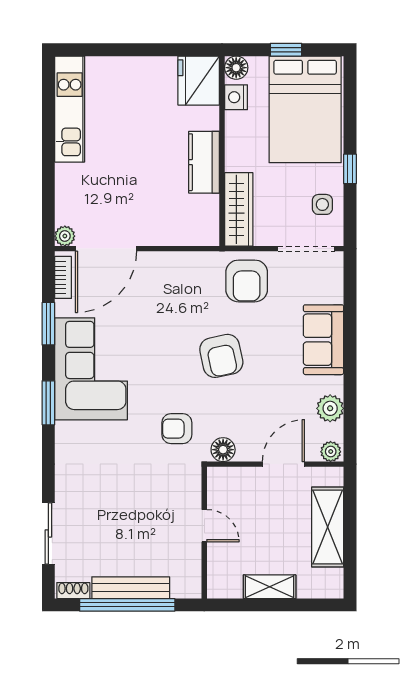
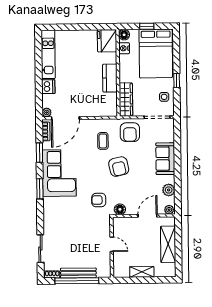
dishwasher: (69, 179) -> (48, 87), added
coffee table: (187, 300) -> (103, 141), added

